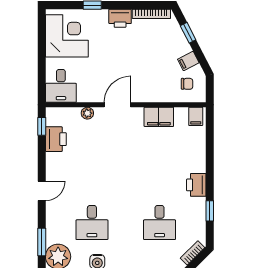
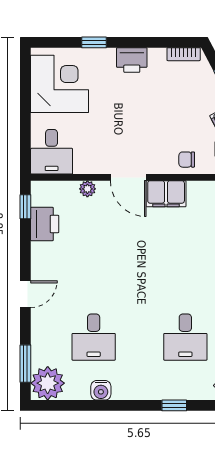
bookcase: (151, 14) -> (184, 54), width x0.64
chair: (161, 92) -> (187, 160), added
door: (117, 105) -> (128, 177), swing flipped
filing cabinet: (159, 117) -> (166, 194), moved

